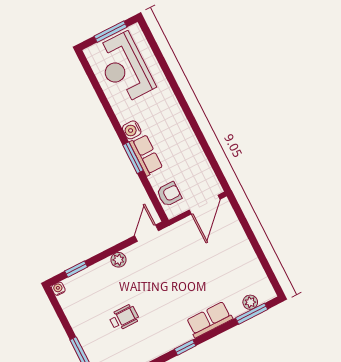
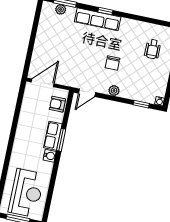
chair: (145, 289) -> (112, 63), added
wheelchair: (124, 318) -> (153, 49), moved, turned -90
row of seats: (209, 320) -> (98, 19), width x1.48
window: (185, 347) -> (105, 11), moved

